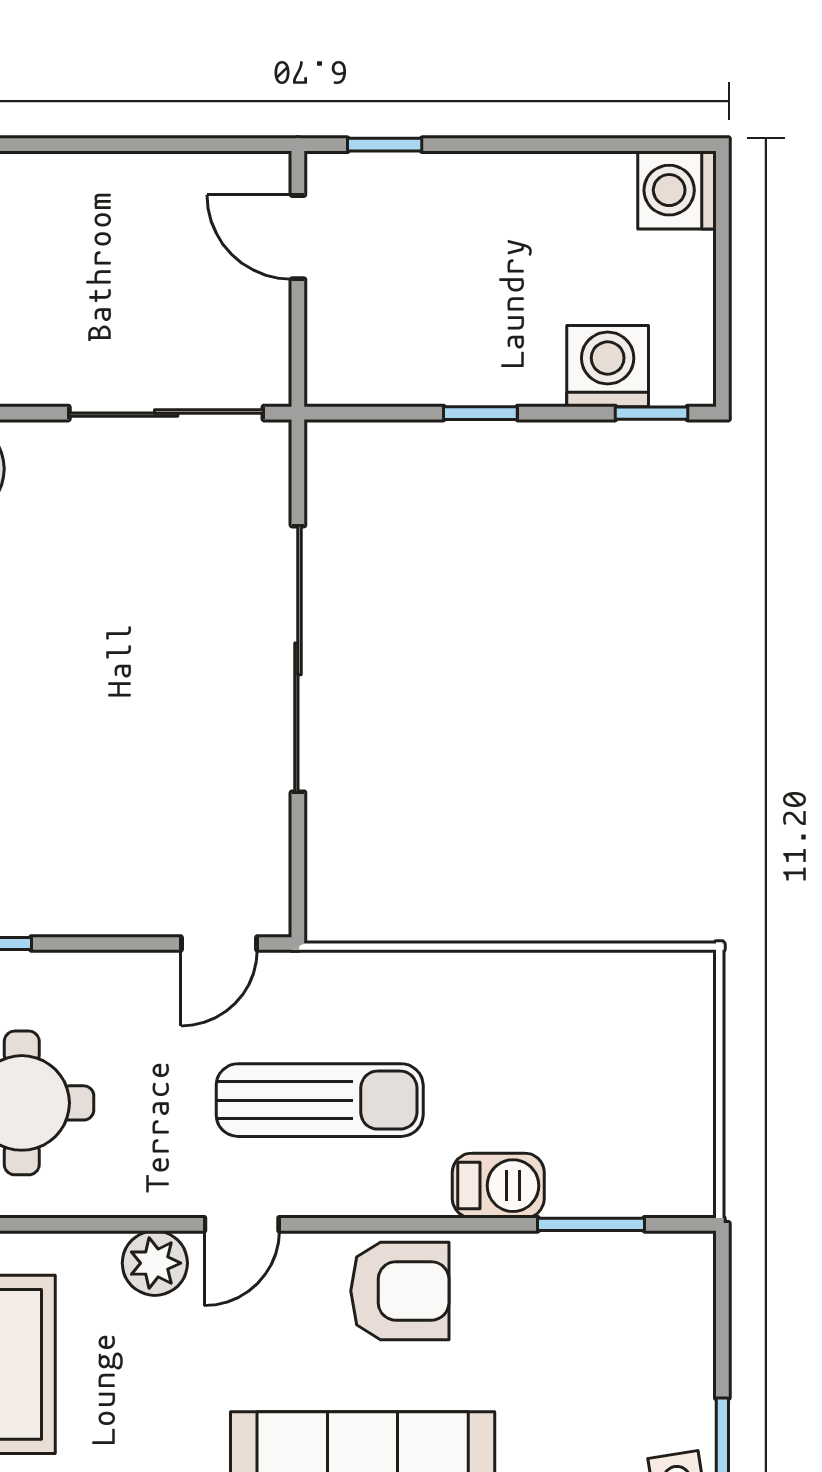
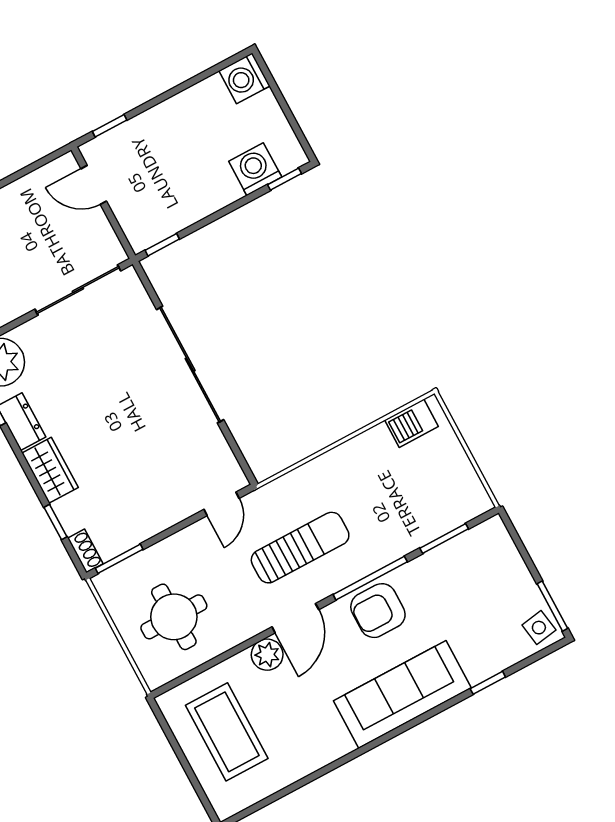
window: (480, 413) -> (162, 245), moved
barbecue: (498, 1186) -> (412, 423), moved, turned 180
door: (242, 1224) -> (295, 618), width x1.38
window: (418, 1224) -> (370, 578), added
armchair: (400, 1291) -> (378, 611), turned 180

